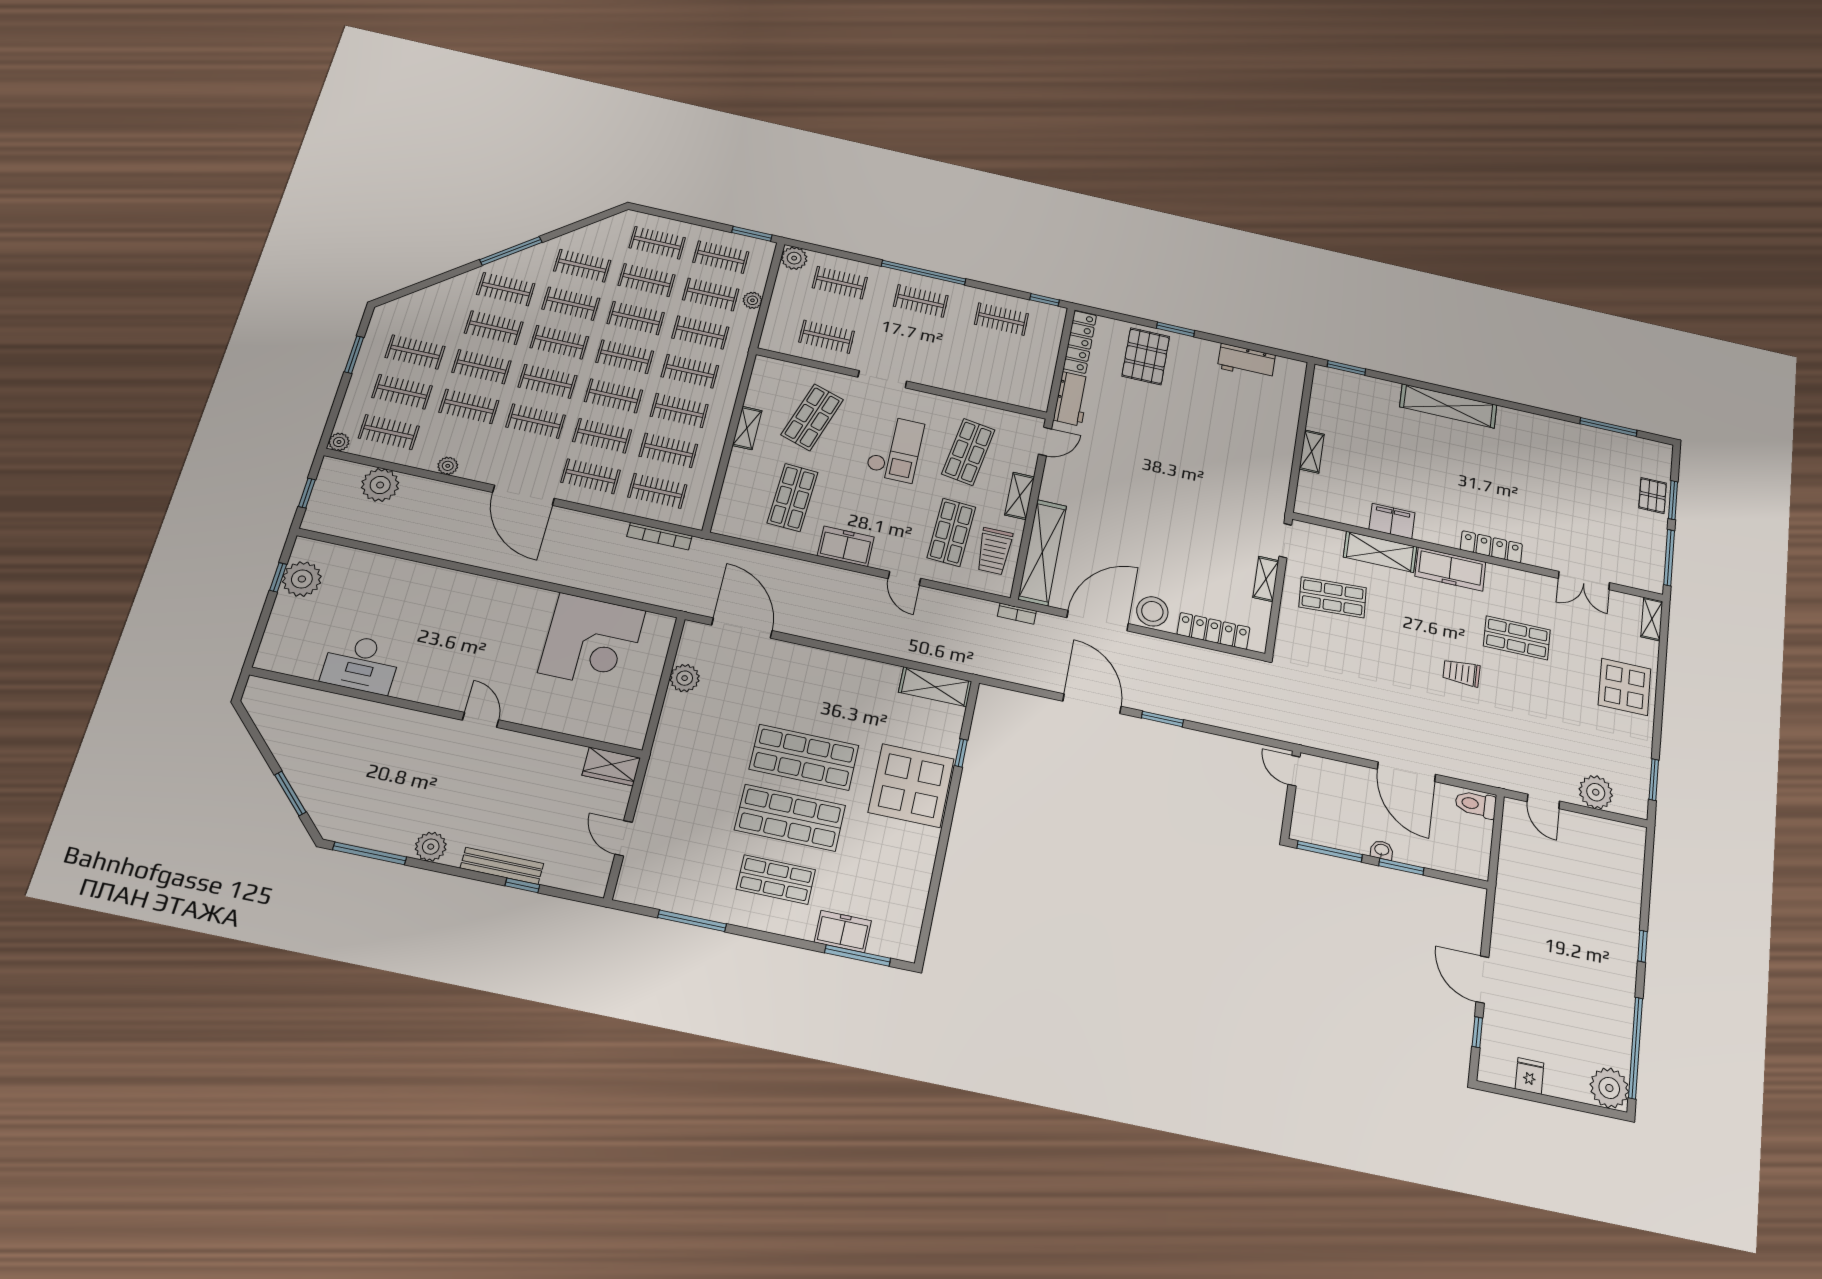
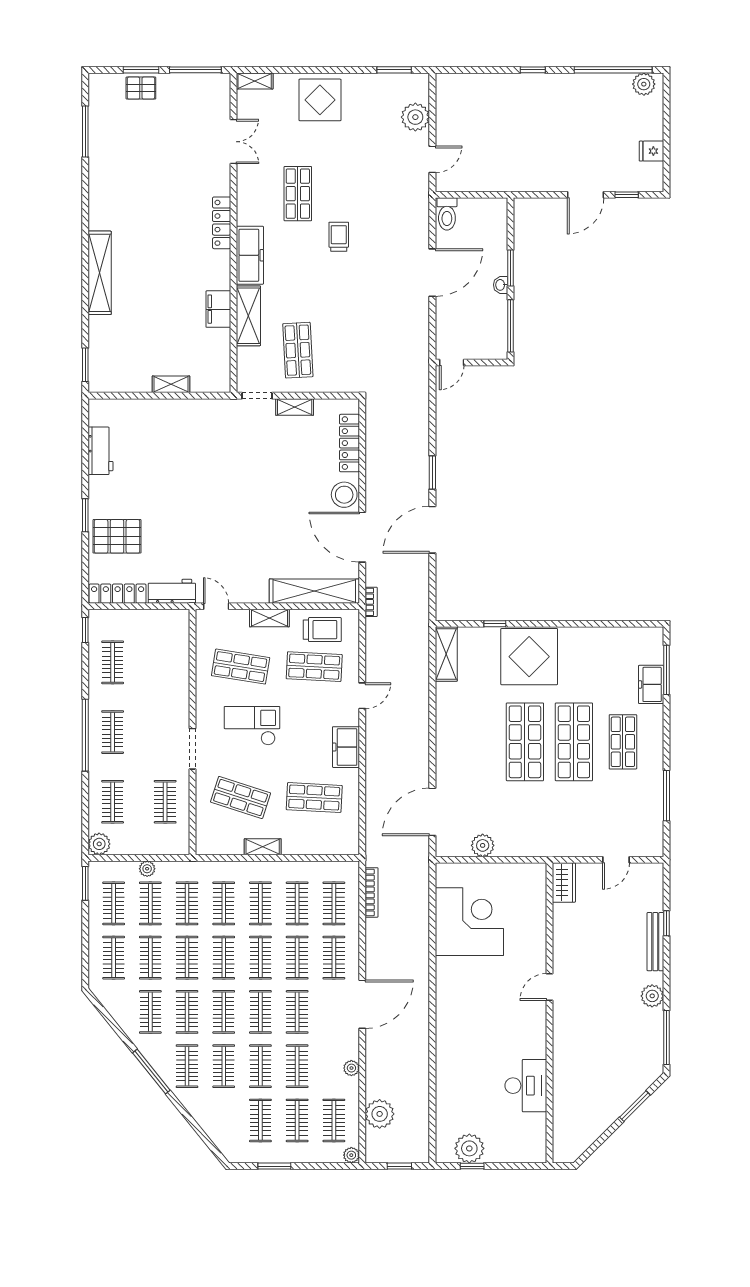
trolley: (1461, 673) -> (339, 237), turned 180
plant: (1609, 1088) -> (644, 84), width x0.73, depth x0.73

